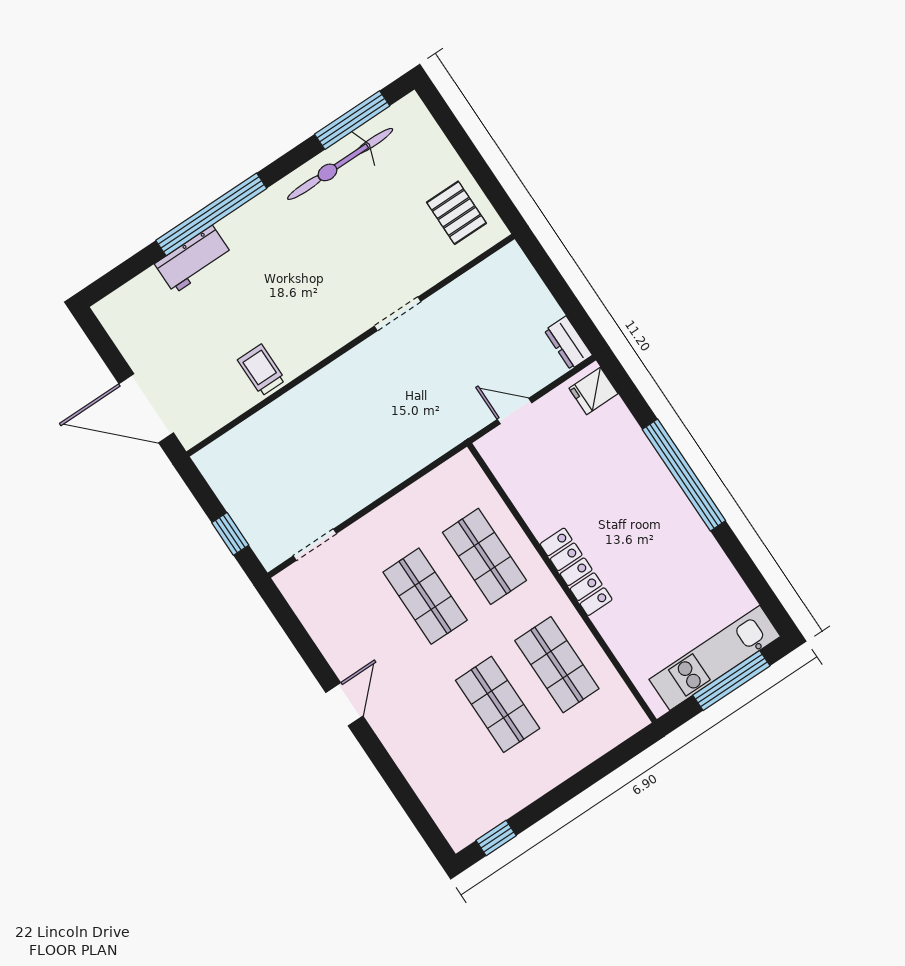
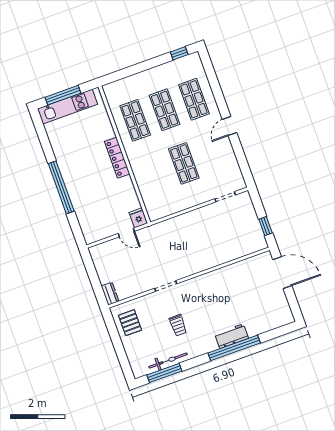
bicycle: (340, 164) -> (168, 361), width x0.73, depth x0.71
workbench: (193, 259) -> (232, 336), moved
dresser: (568, 343) -> (110, 294), moved
trolley: (261, 370) -> (178, 325), moved
fridge: (594, 391) -> (138, 218), moved, turned -90
window: (230, 534) -> (266, 226), moved
shop shelf: (485, 556) -> (194, 99), moved

